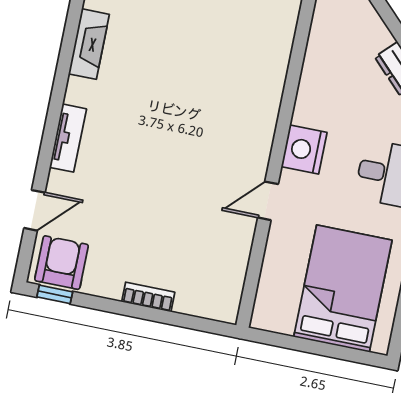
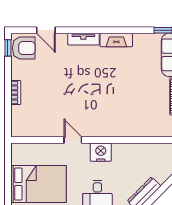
fireplace: (89, 44) -> (116, 40), moved

